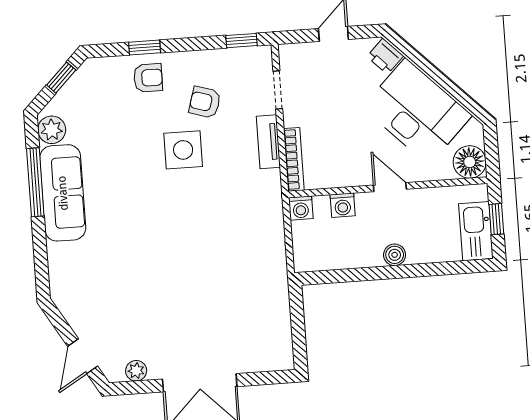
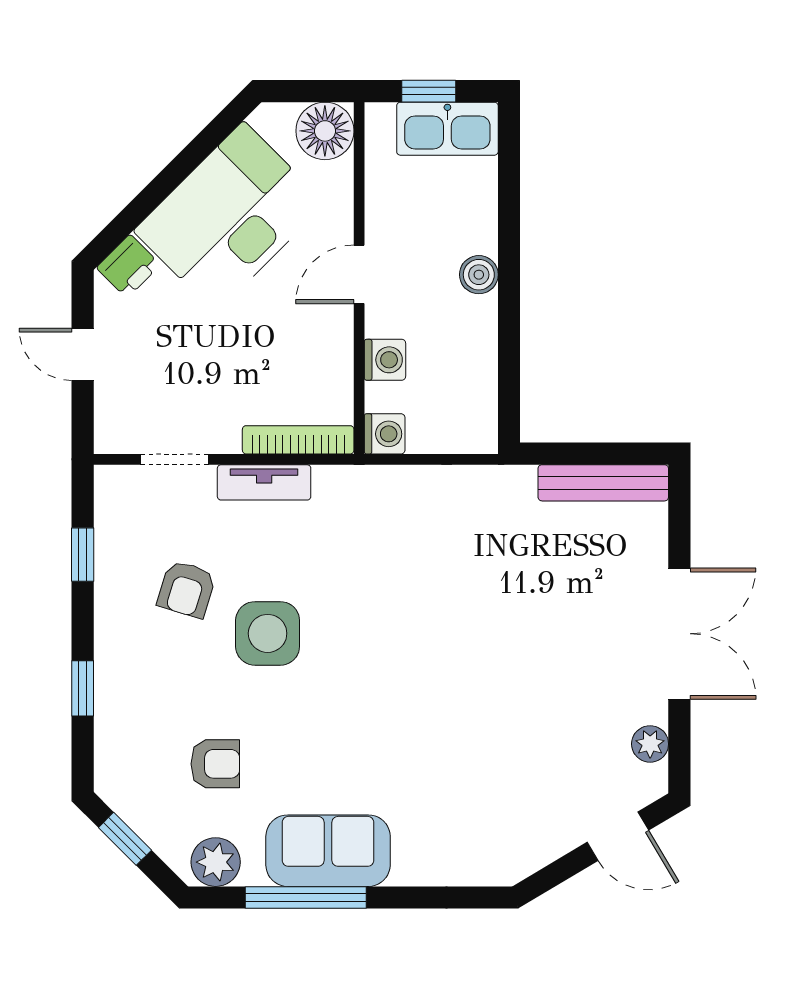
window: (242, 41) -> (83, 555), moved
armchair: (148, 78) -> (215, 764), moved, turned 90
sofa: (63, 193) -> (328, 851), width x0.73
bench: (282, 334) -> (603, 483), added

